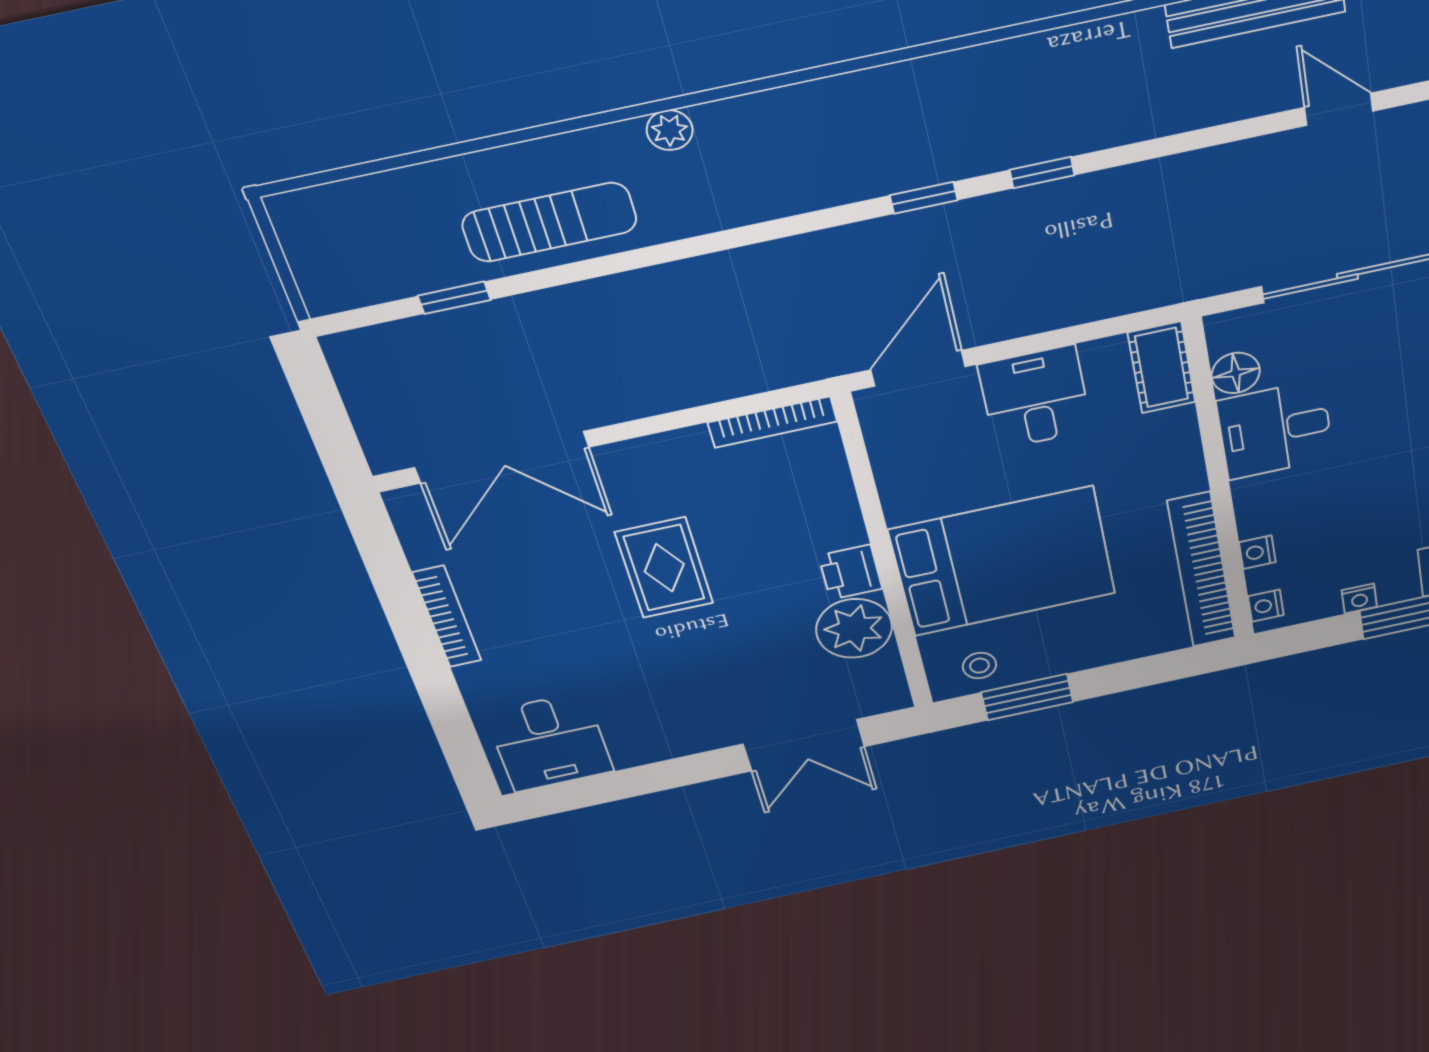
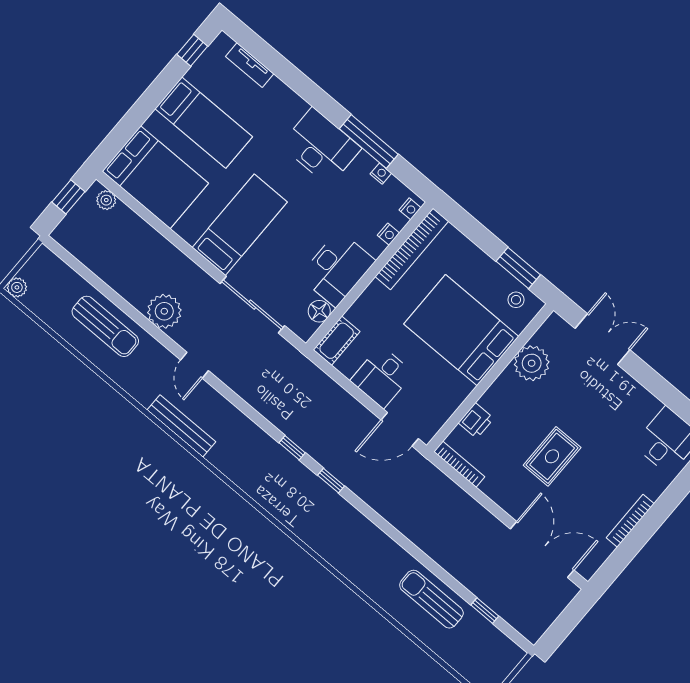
plant: (670, 130) -> (367, 584), removed
desk: (1275, 430) -> (337, 269), width x1.37
printer: (850, 572) -> (476, 421), moved

